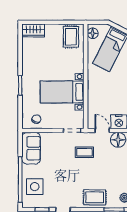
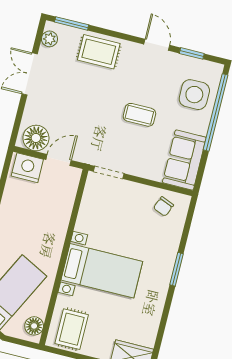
bed with nightstands: (62, 92) -> (102, 271), moved
door: (102, 131) -> (59, 160), swing flipped
coffee table: (84, 152) -> (139, 115), moved

